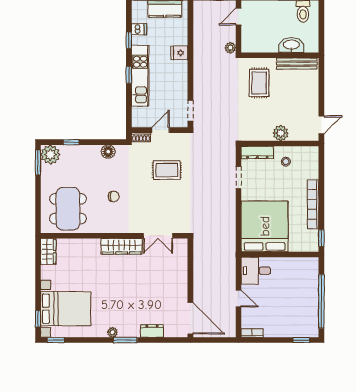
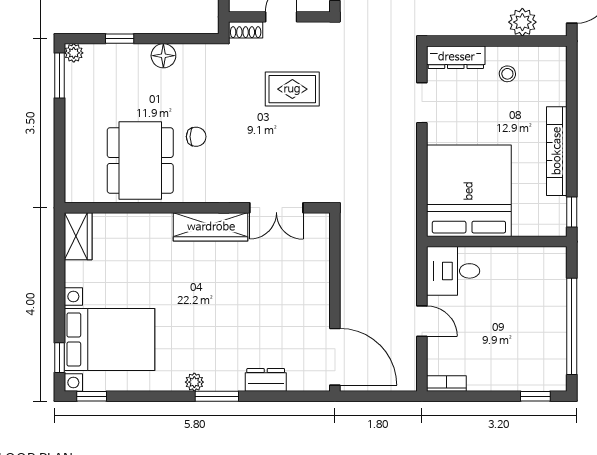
plant: (281, 133) -> (522, 22), moved
floor lamp: (108, 152) -> (163, 56), moved
plant: (50, 155) -> (74, 53), width x0.53, depth x0.53
dining table: (68, 209) -> (140, 160), moved

